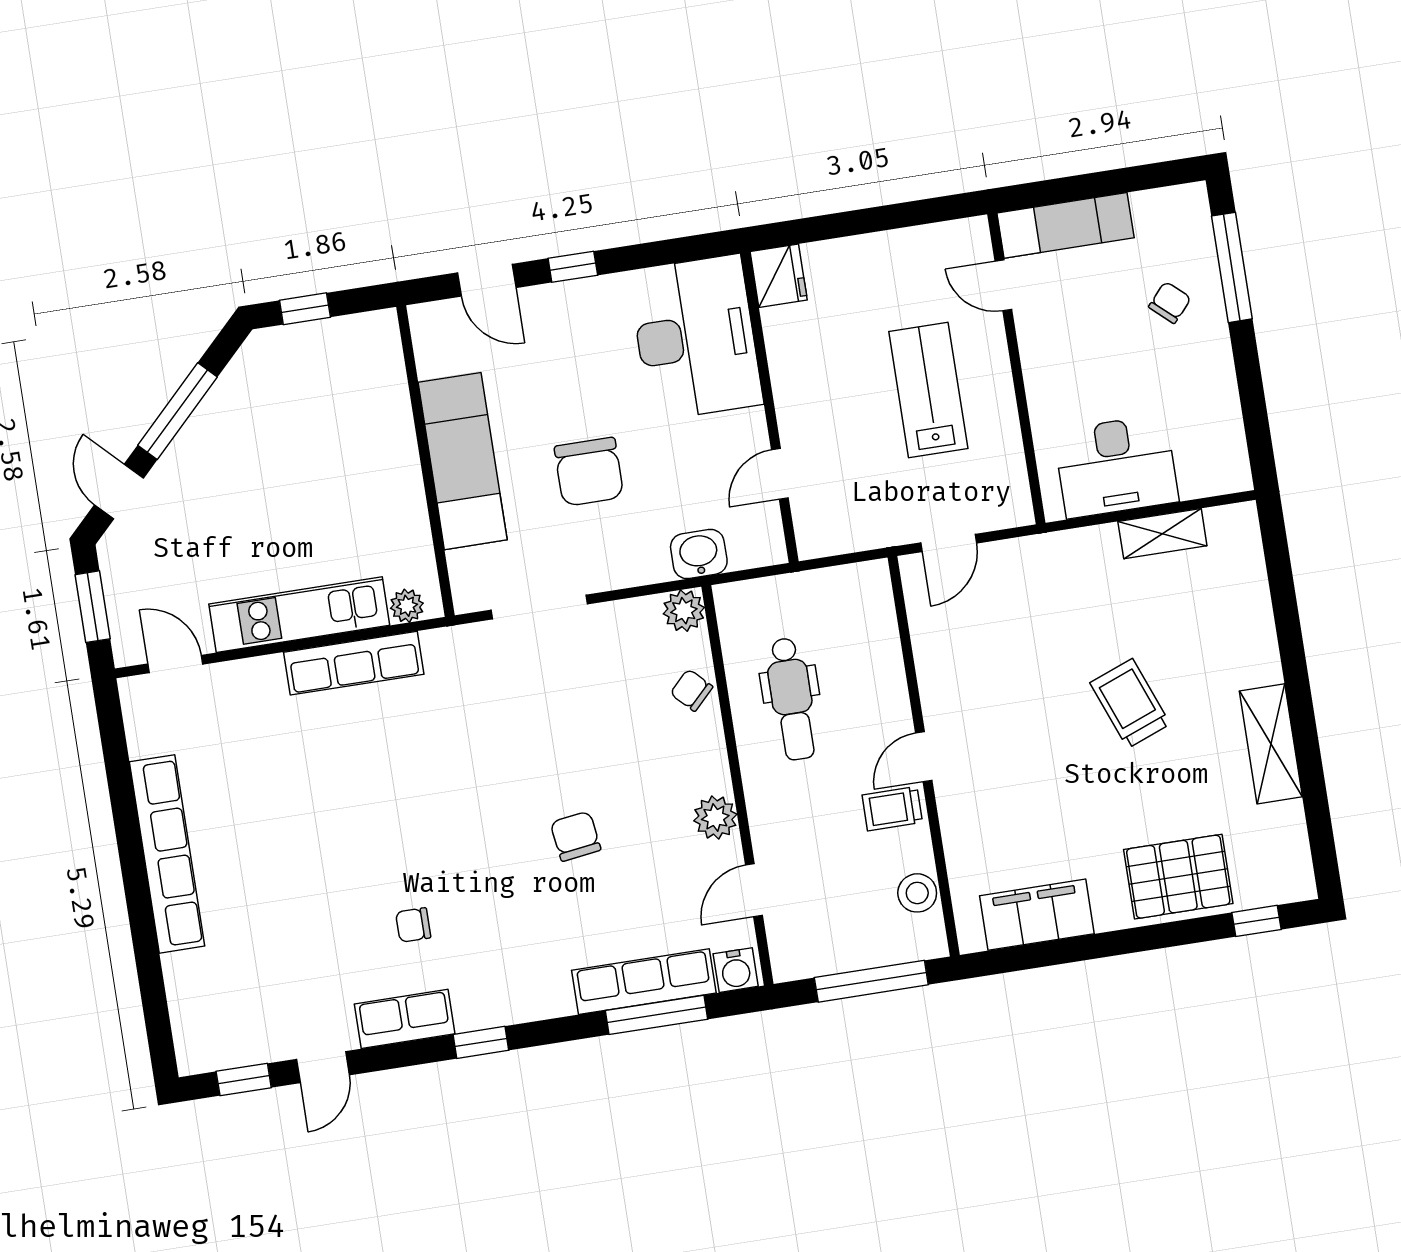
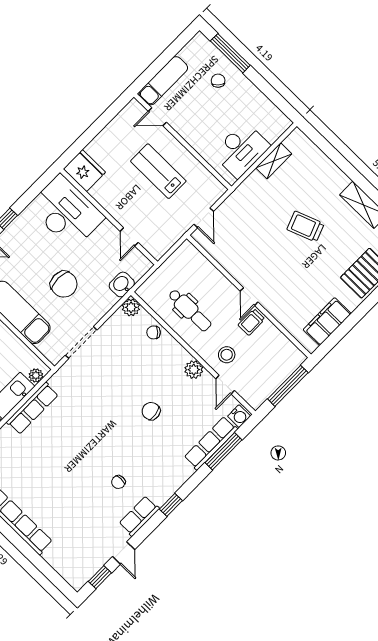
fridge: (779, 276) -> (84, 171), width x1.36, depth x1.34
stool: (917, 893) -> (227, 355), moved

